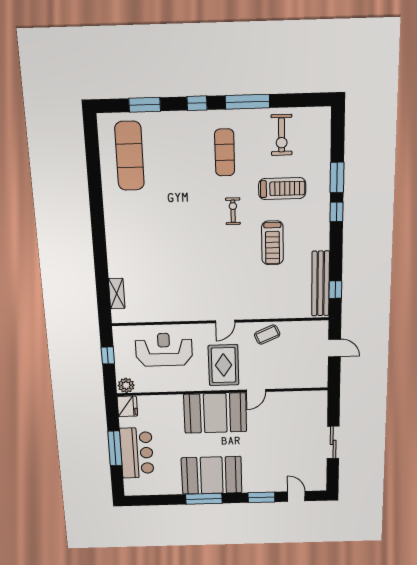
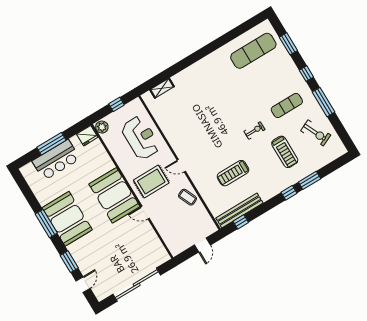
exercise bike: (282, 135) -> (316, 133), turned -115
treadmill: (272, 243) -> (233, 173), moved
sliding door: (333, 442) -> (137, 285), width x1.86

